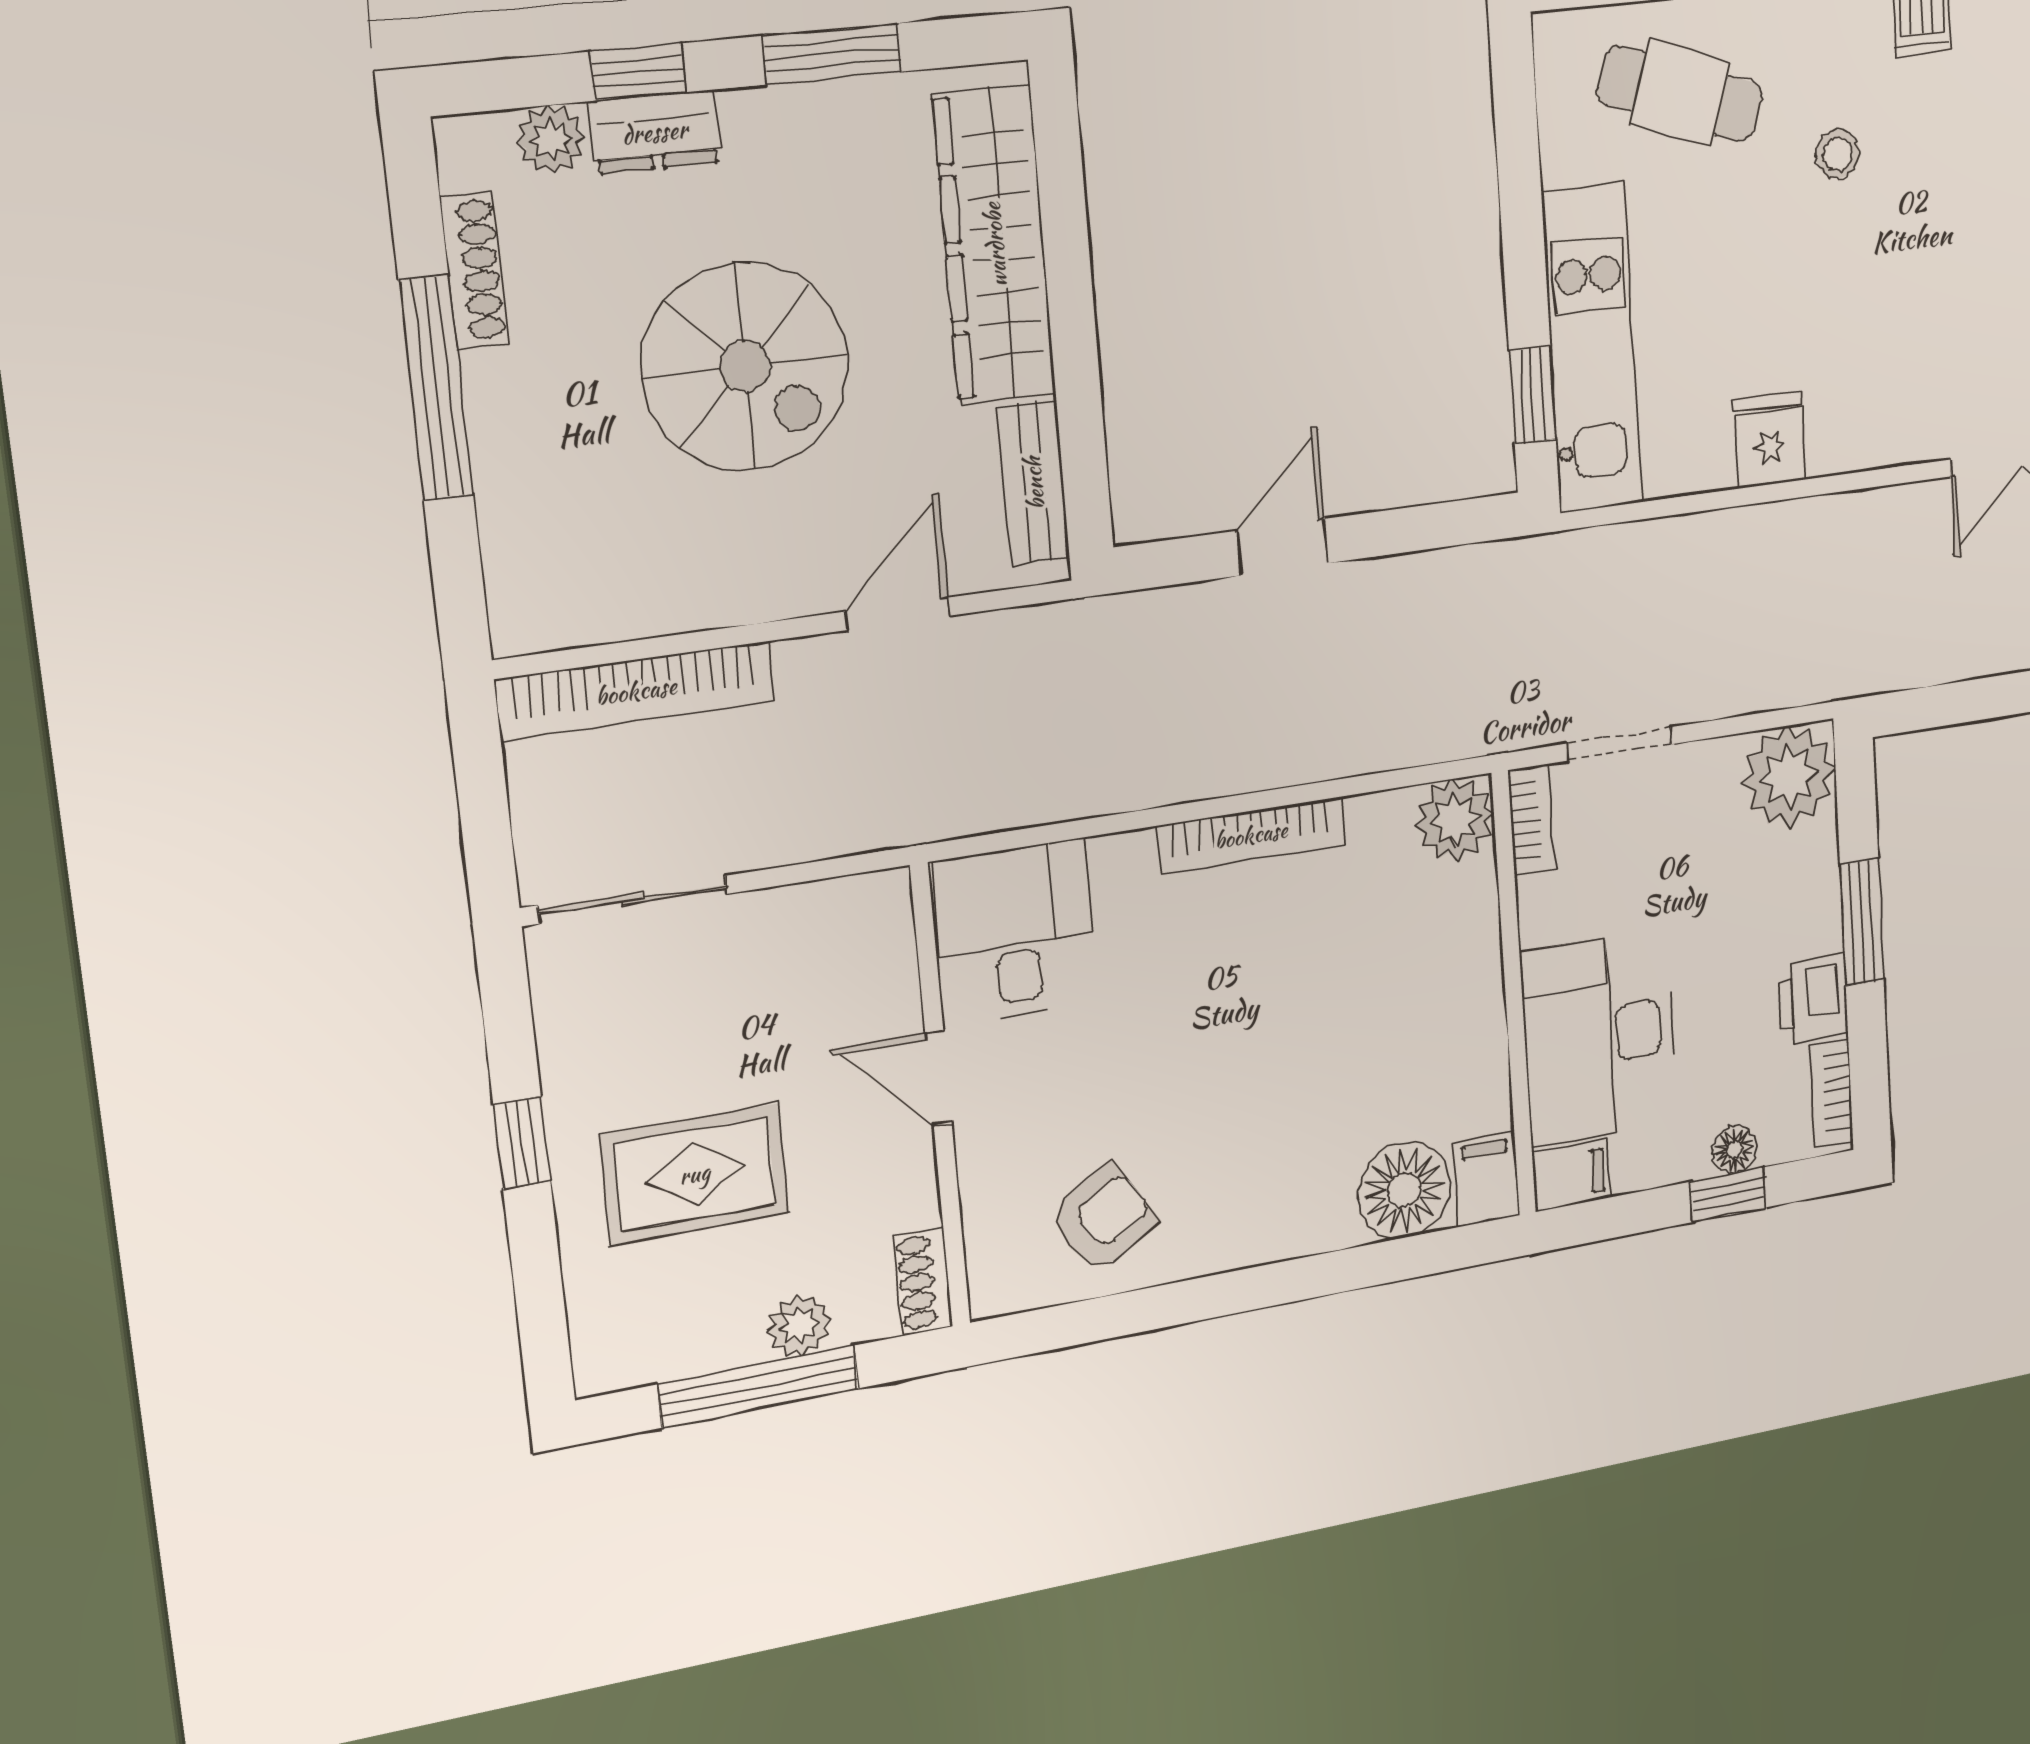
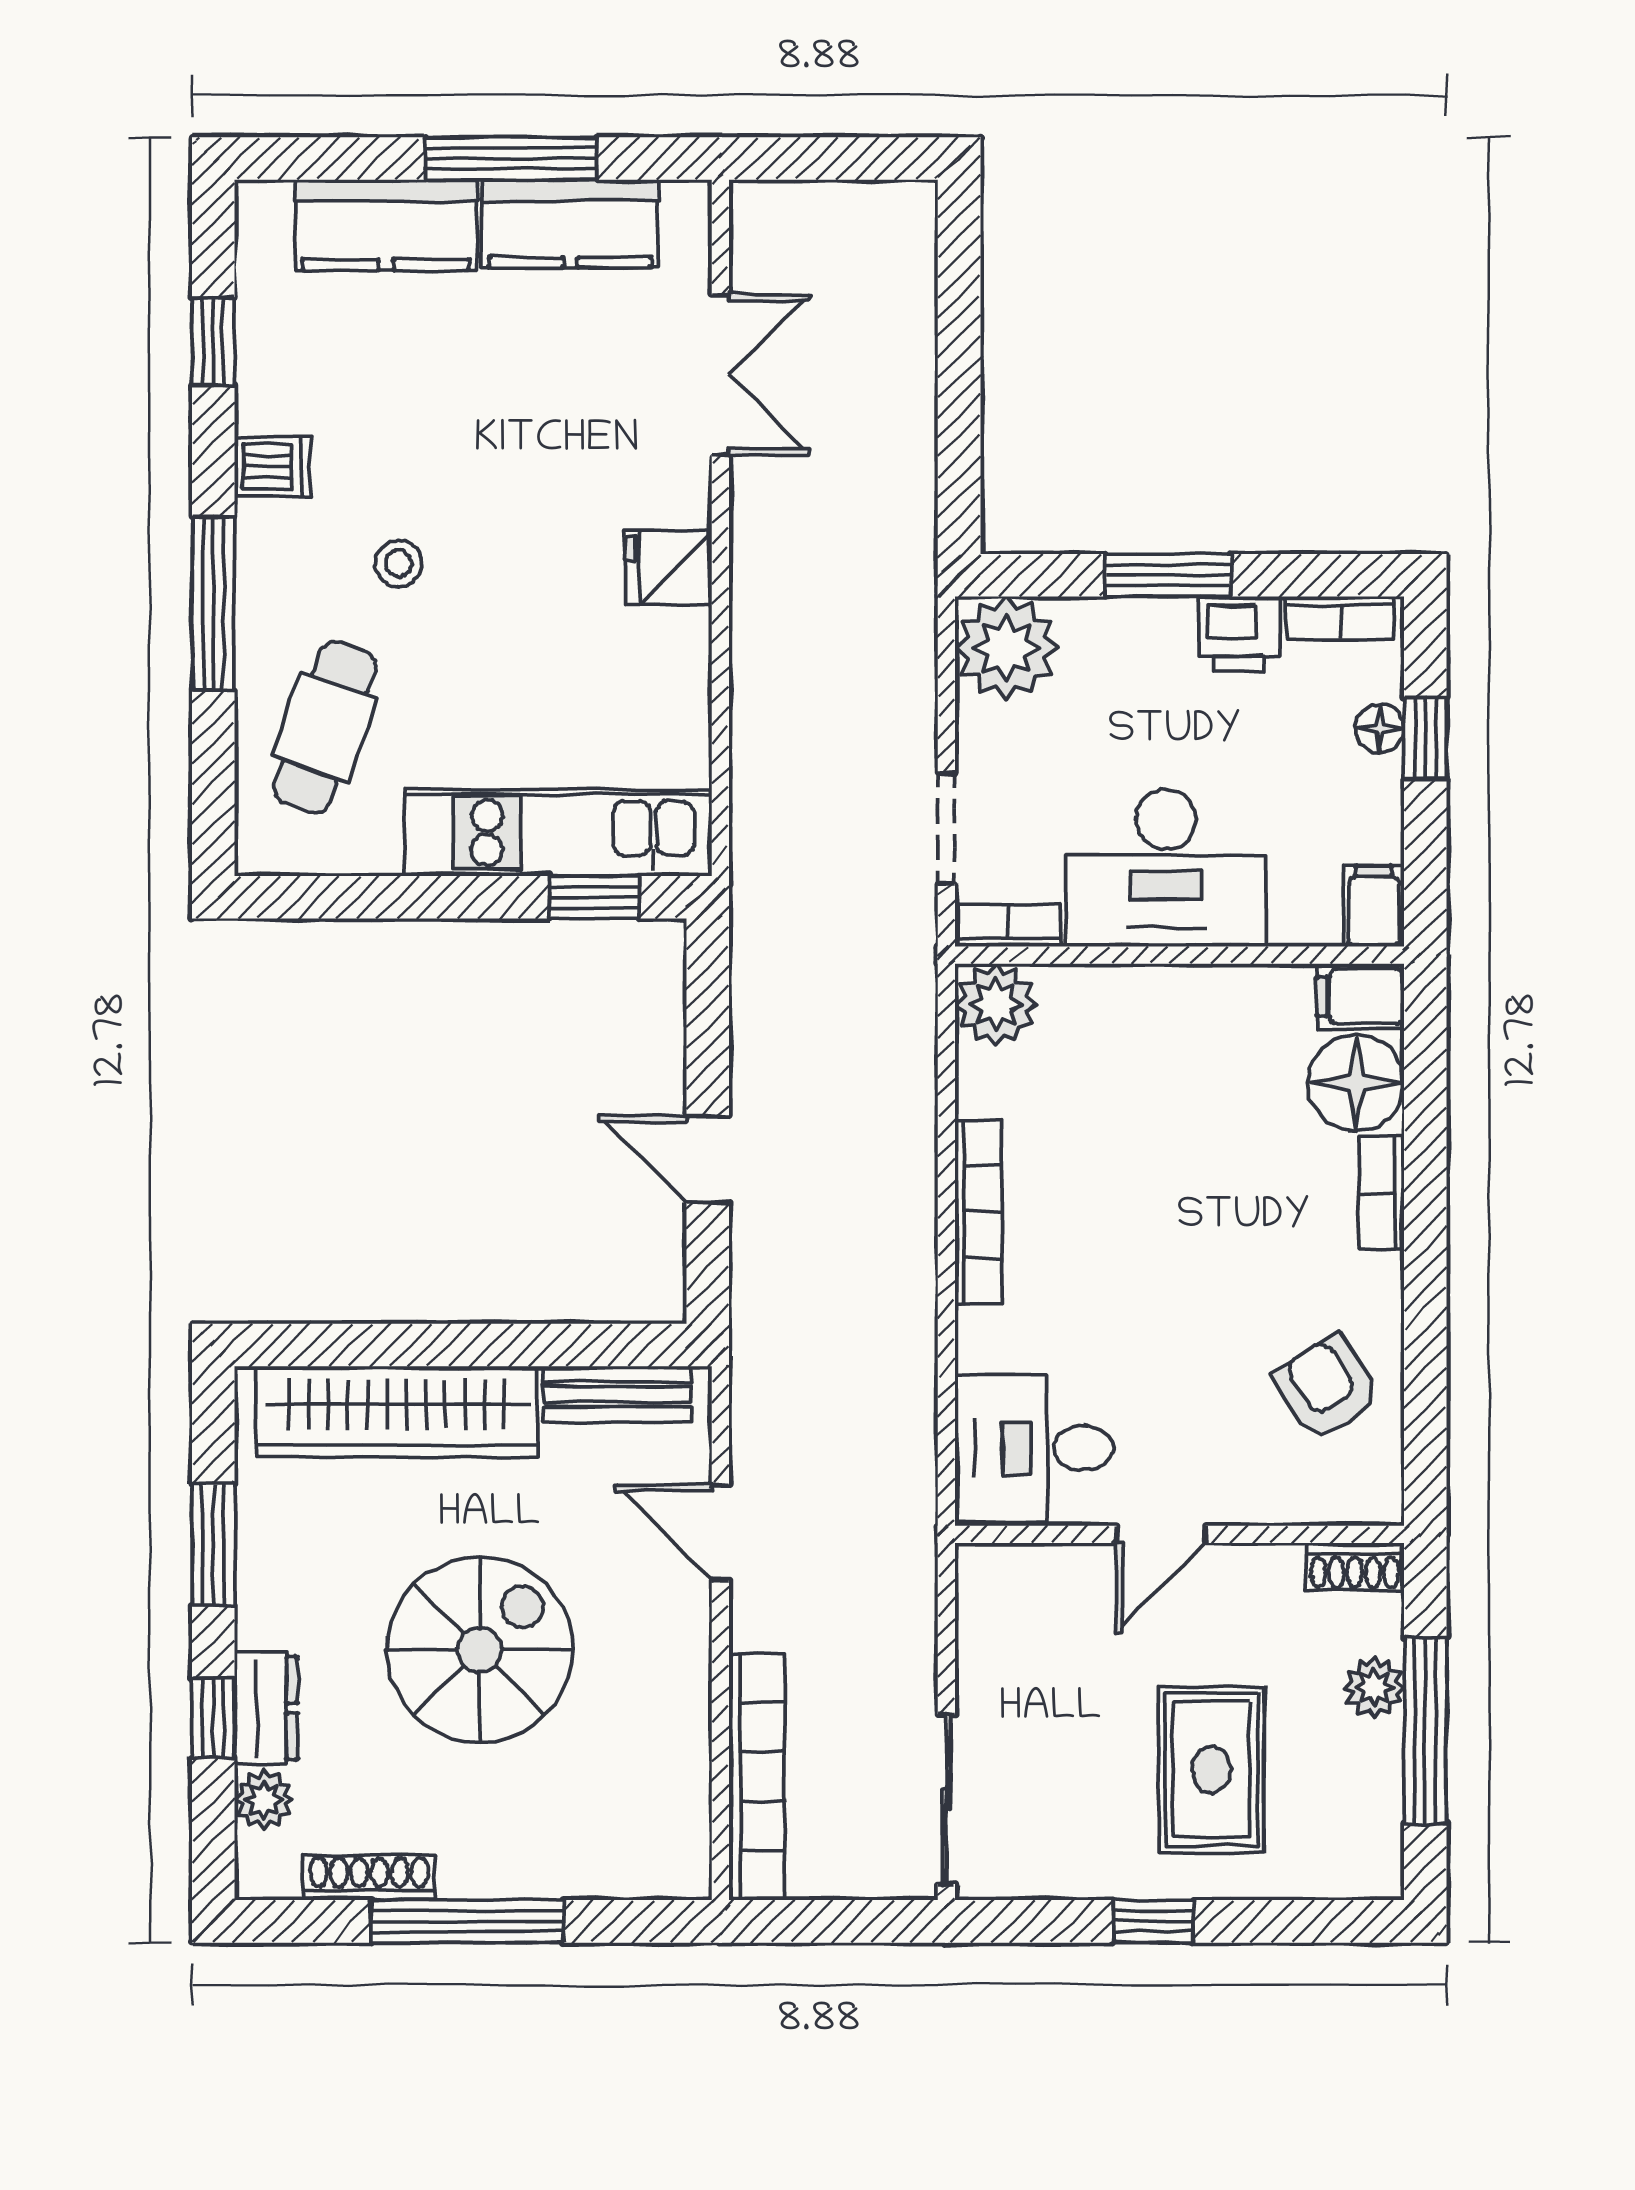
fridge: (1770, 440) -> (668, 567), moved
desk: (1599, 1037) -> (1166, 868), moved
bookcase: (1300, 1236) -> (1382, 1193), added

